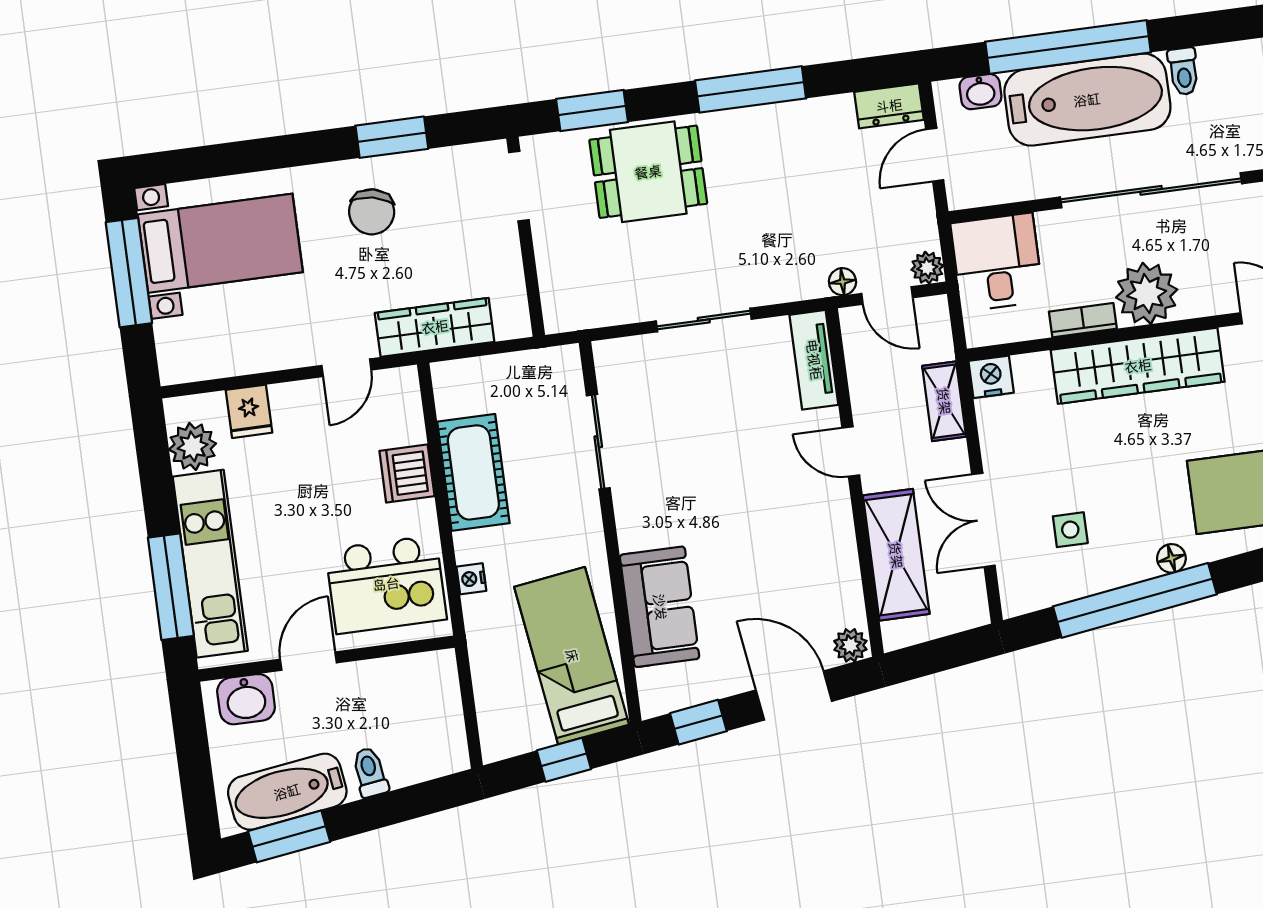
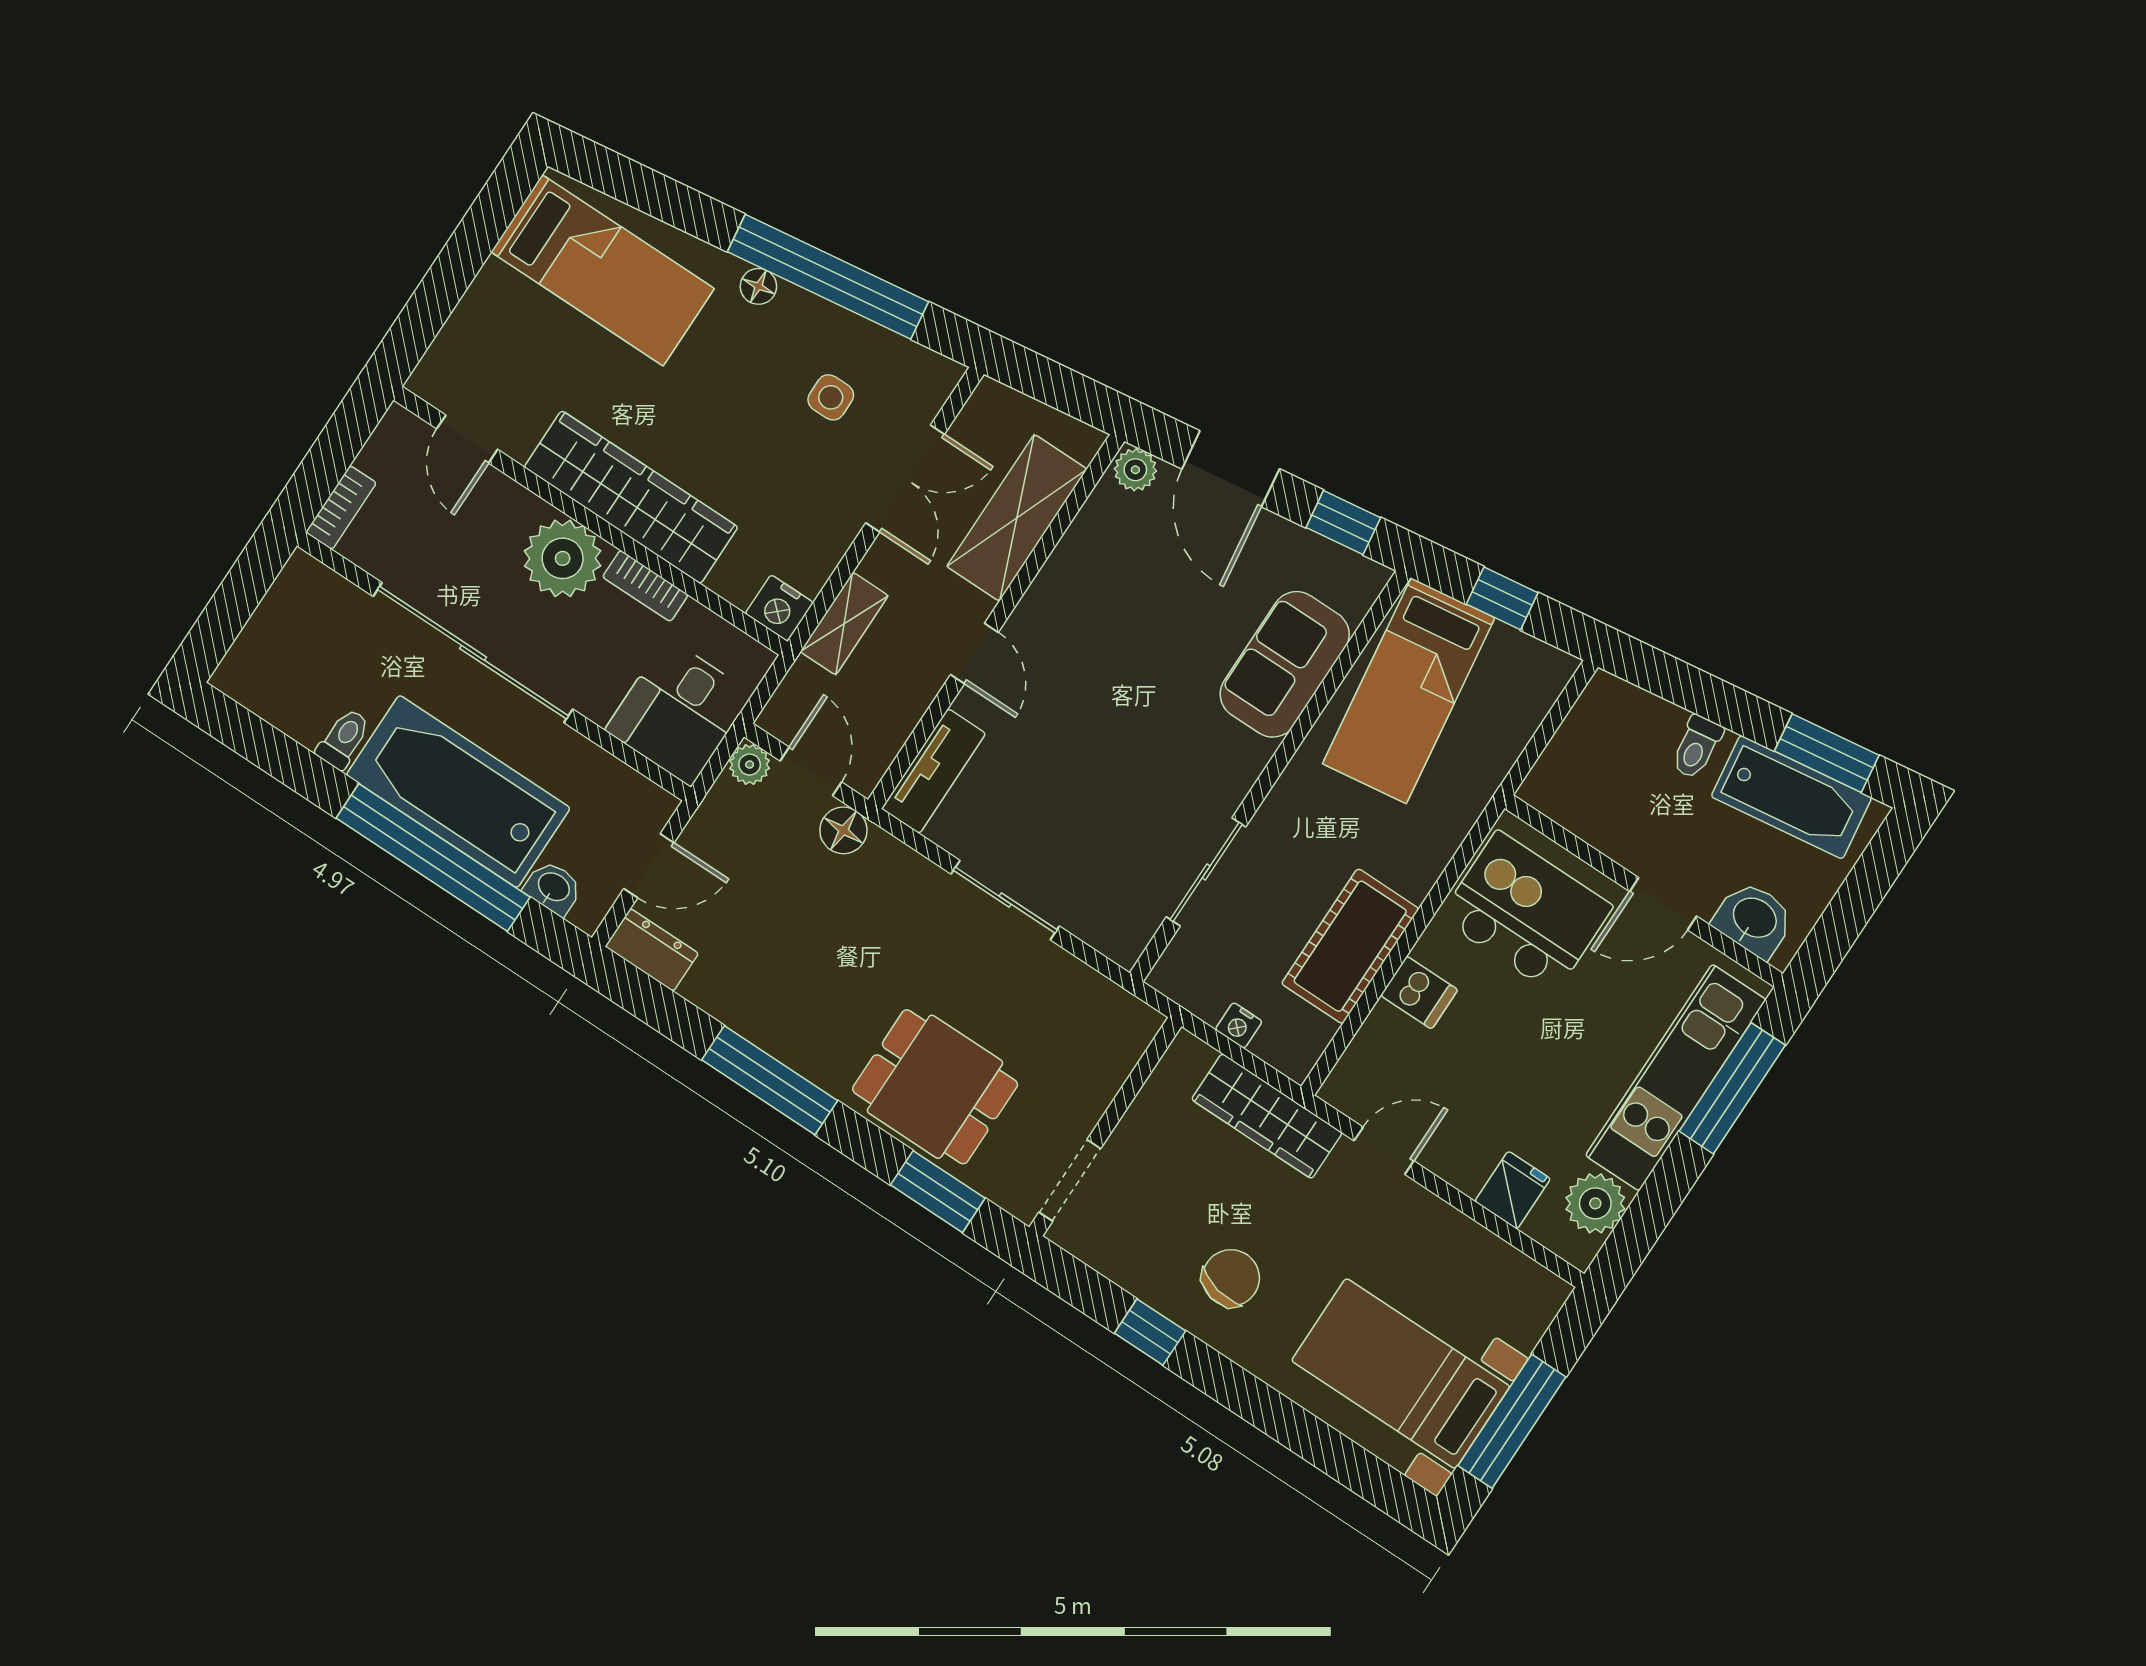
window: (392, 137) -> (1150, 1332), width x0.67
floor lamp: (842, 282) -> (843, 830), width x1.37, depth x1.37
dishwasher: (407, 474) -> (1419, 993), width x0.73
nightstand: (471, 579) -> (1239, 1025), moved, turned 90

